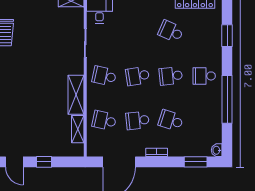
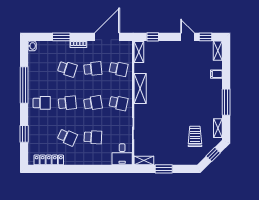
school desk: (138, 31) -> (93, 137), added
shelving: (78, 129) -> (139, 52), moved
window: (44, 162) -> (153, 37), moved
window: (196, 162) -> (61, 37), moved

